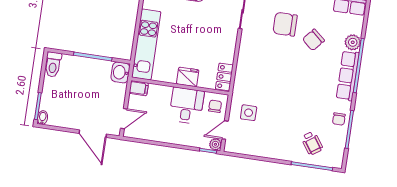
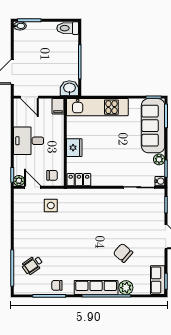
chair: (285, 24) -> (133, 226), removed
desk: (187, 106) -> (29, 141), moved, turned 180

